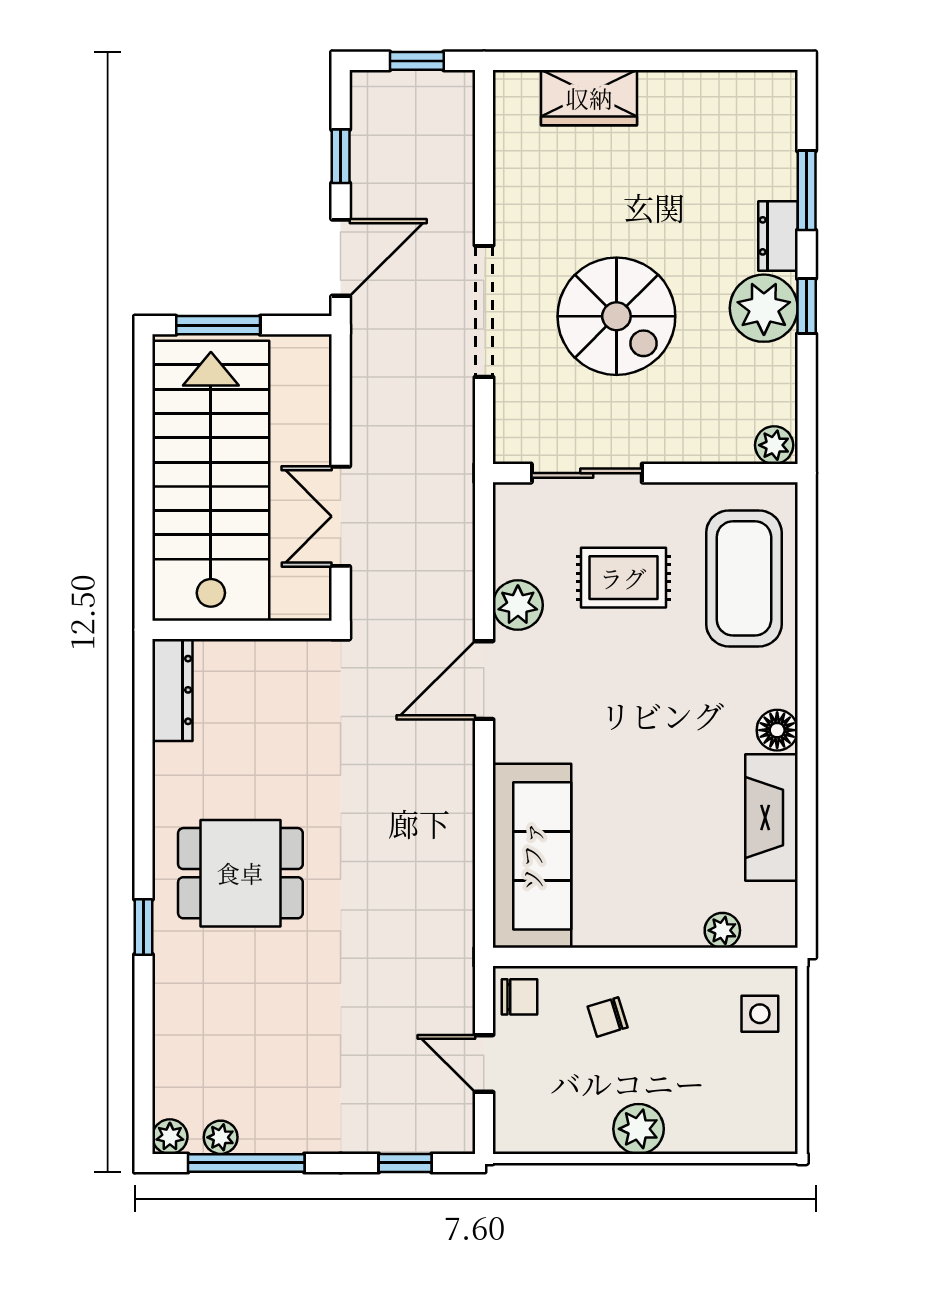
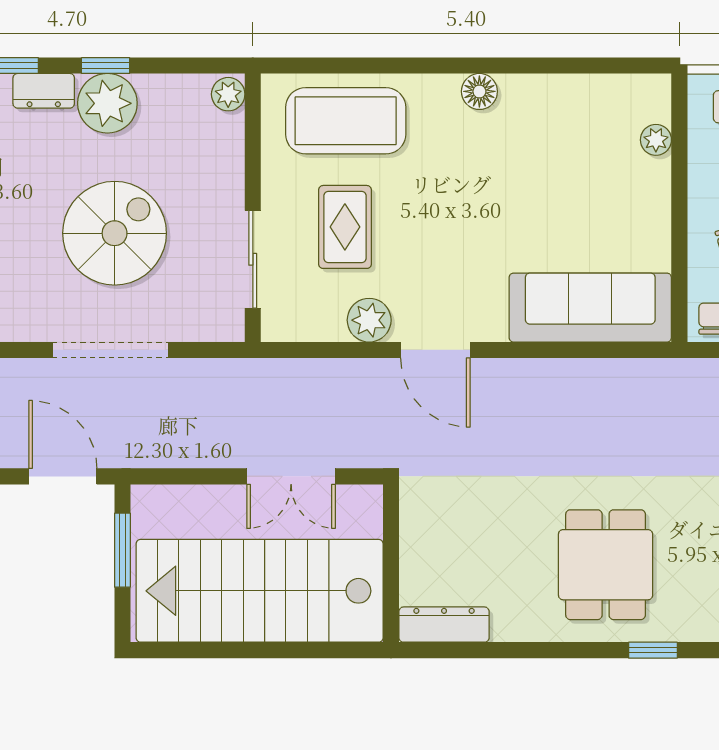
window: (218, 325) -> (122, 550), moved
fireplace: (772, 818) -> (556, 96), removed

